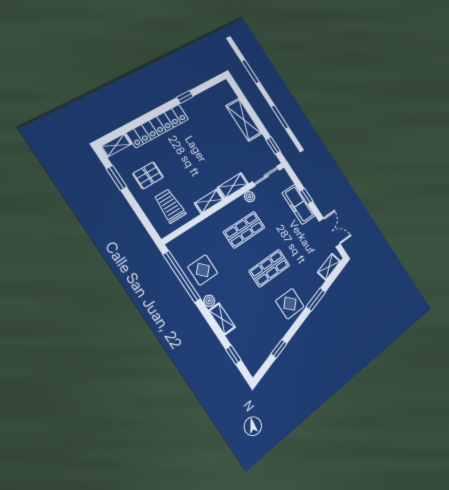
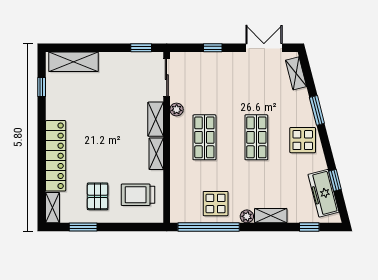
window: (185, 97) -> (42, 87), moved
shelving: (244, 120) -> (73, 62), moved
freezer: (298, 204) -> (324, 193), moved, turned 76

